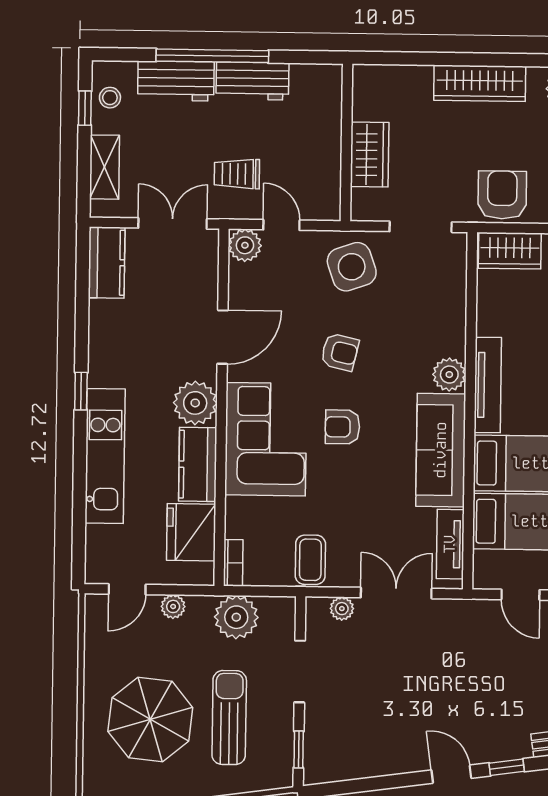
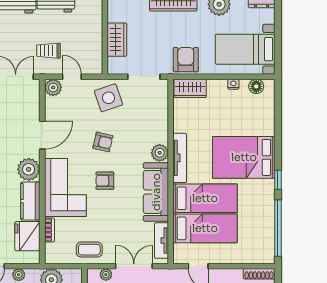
coffee table: (310, 560) -> (89, 250), turned 90
bookcase: (233, 563) -> (49, 230), moved

